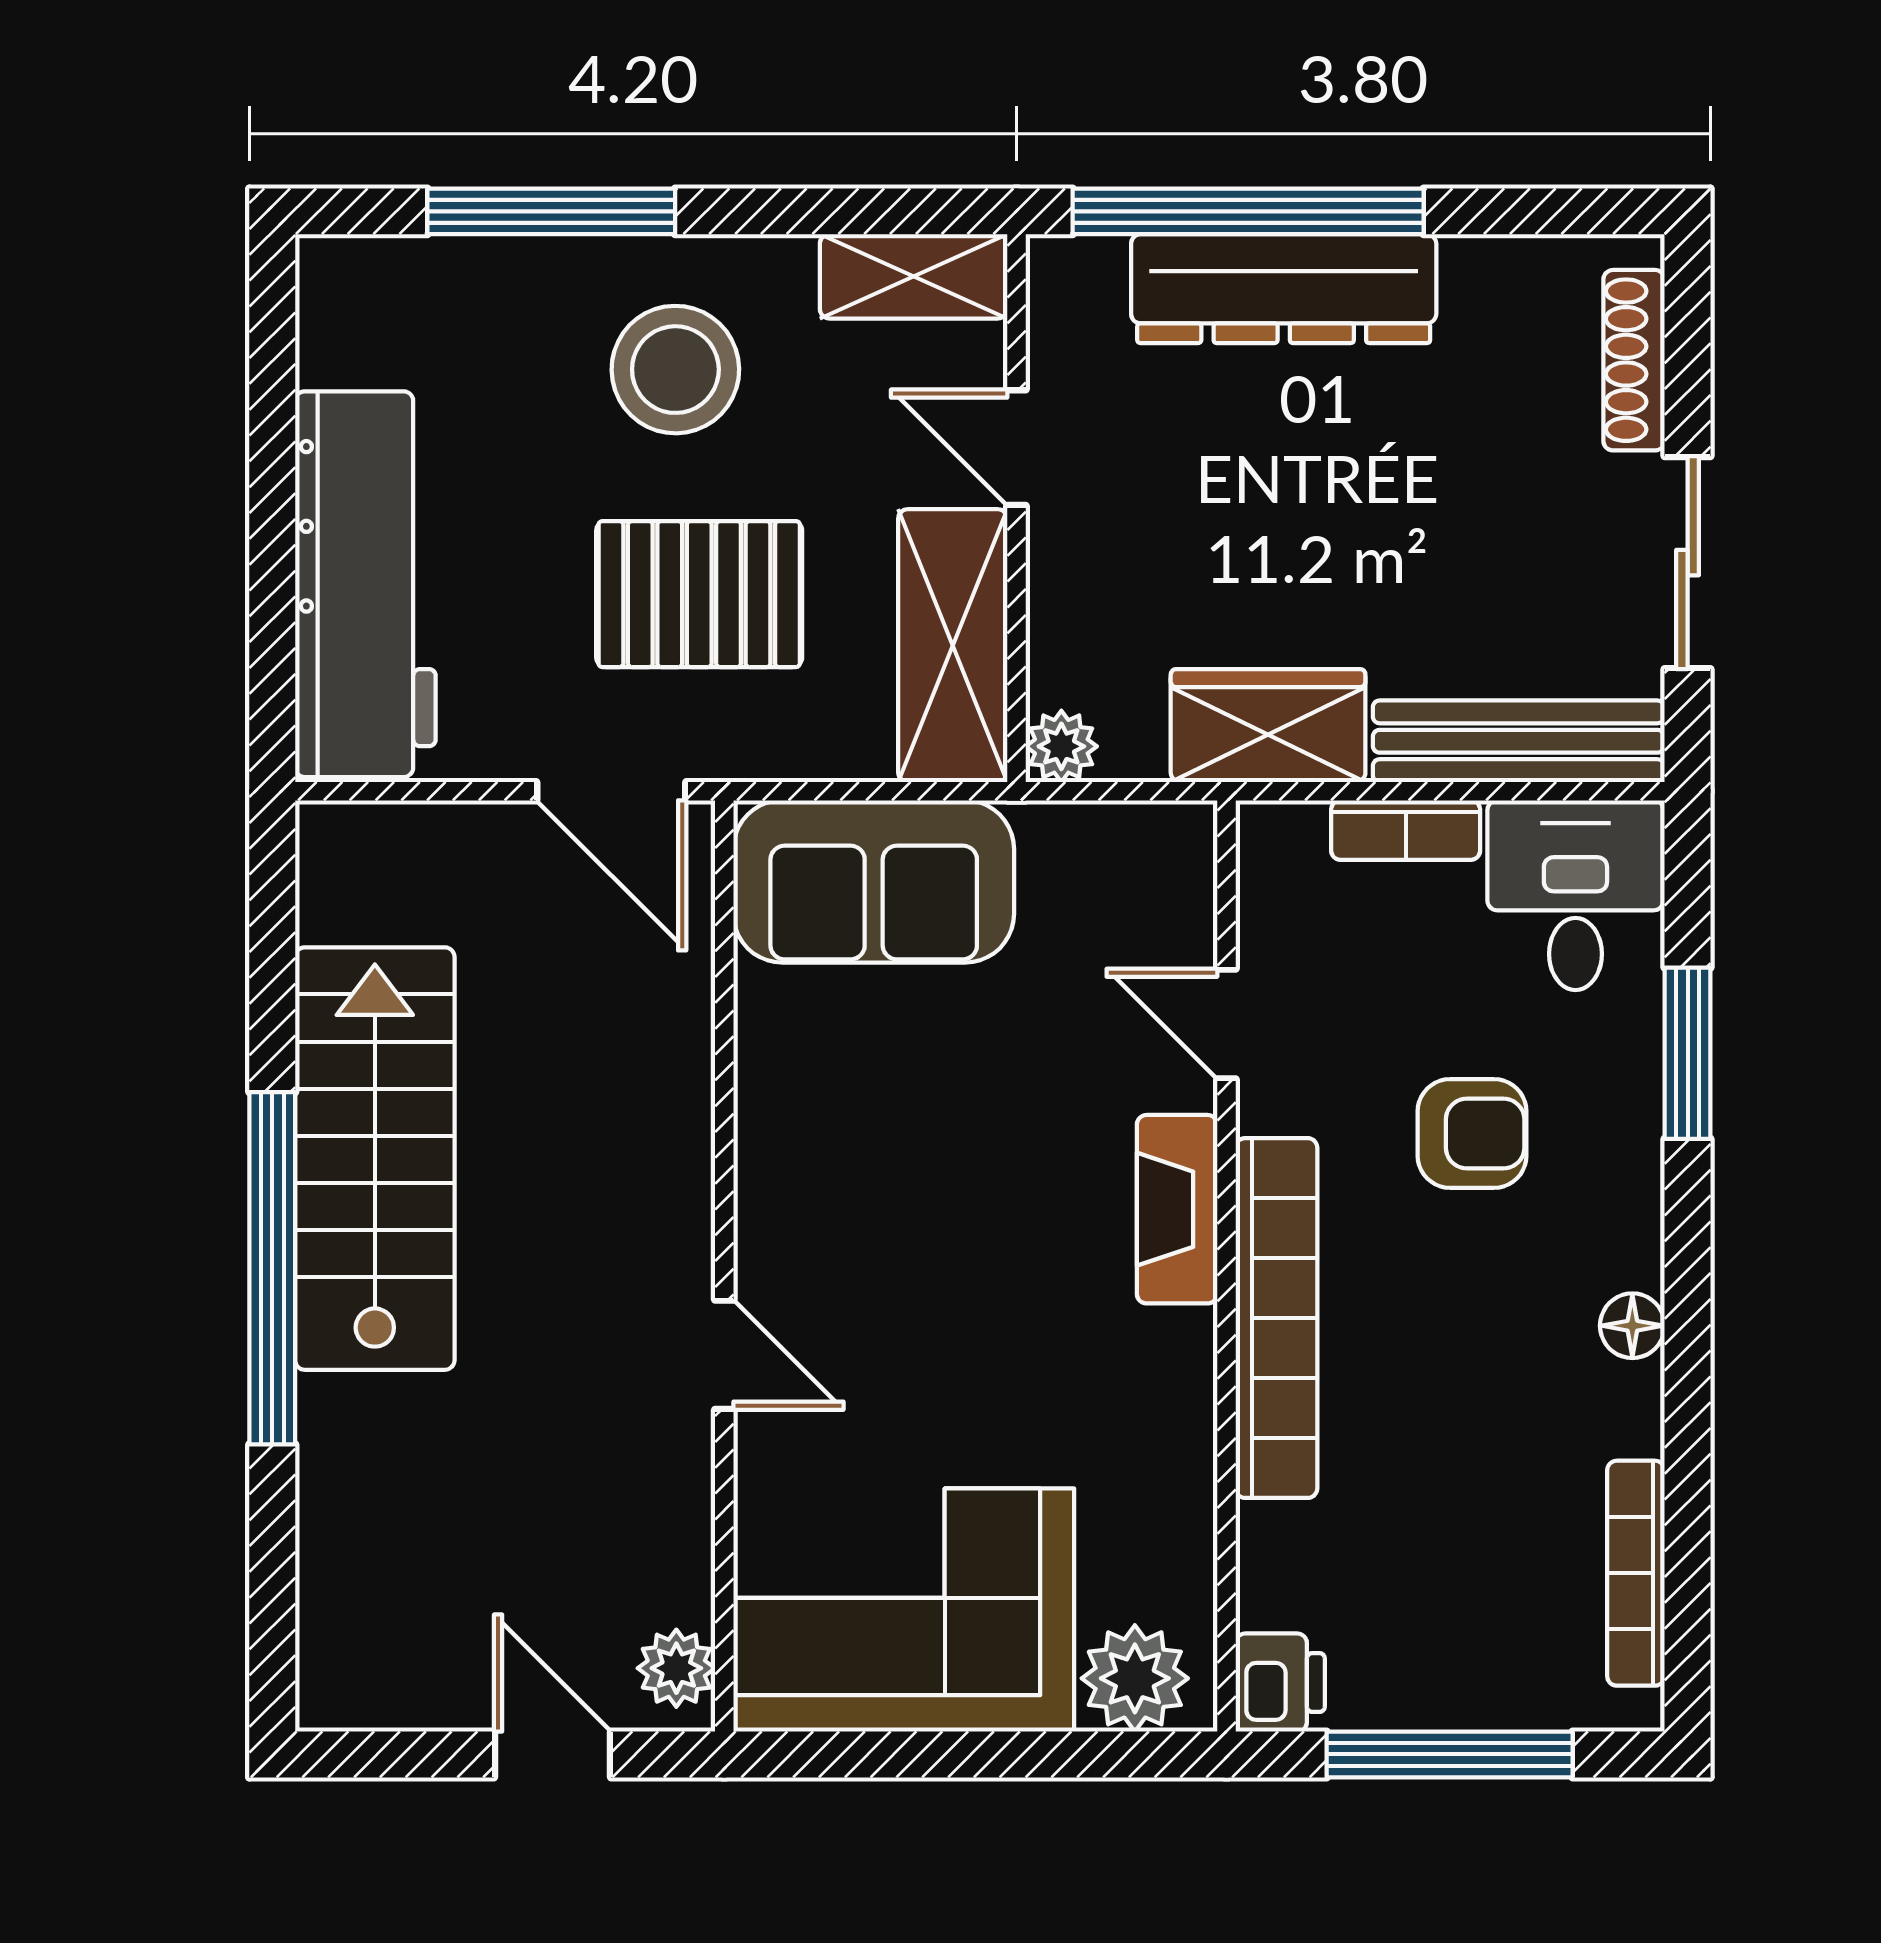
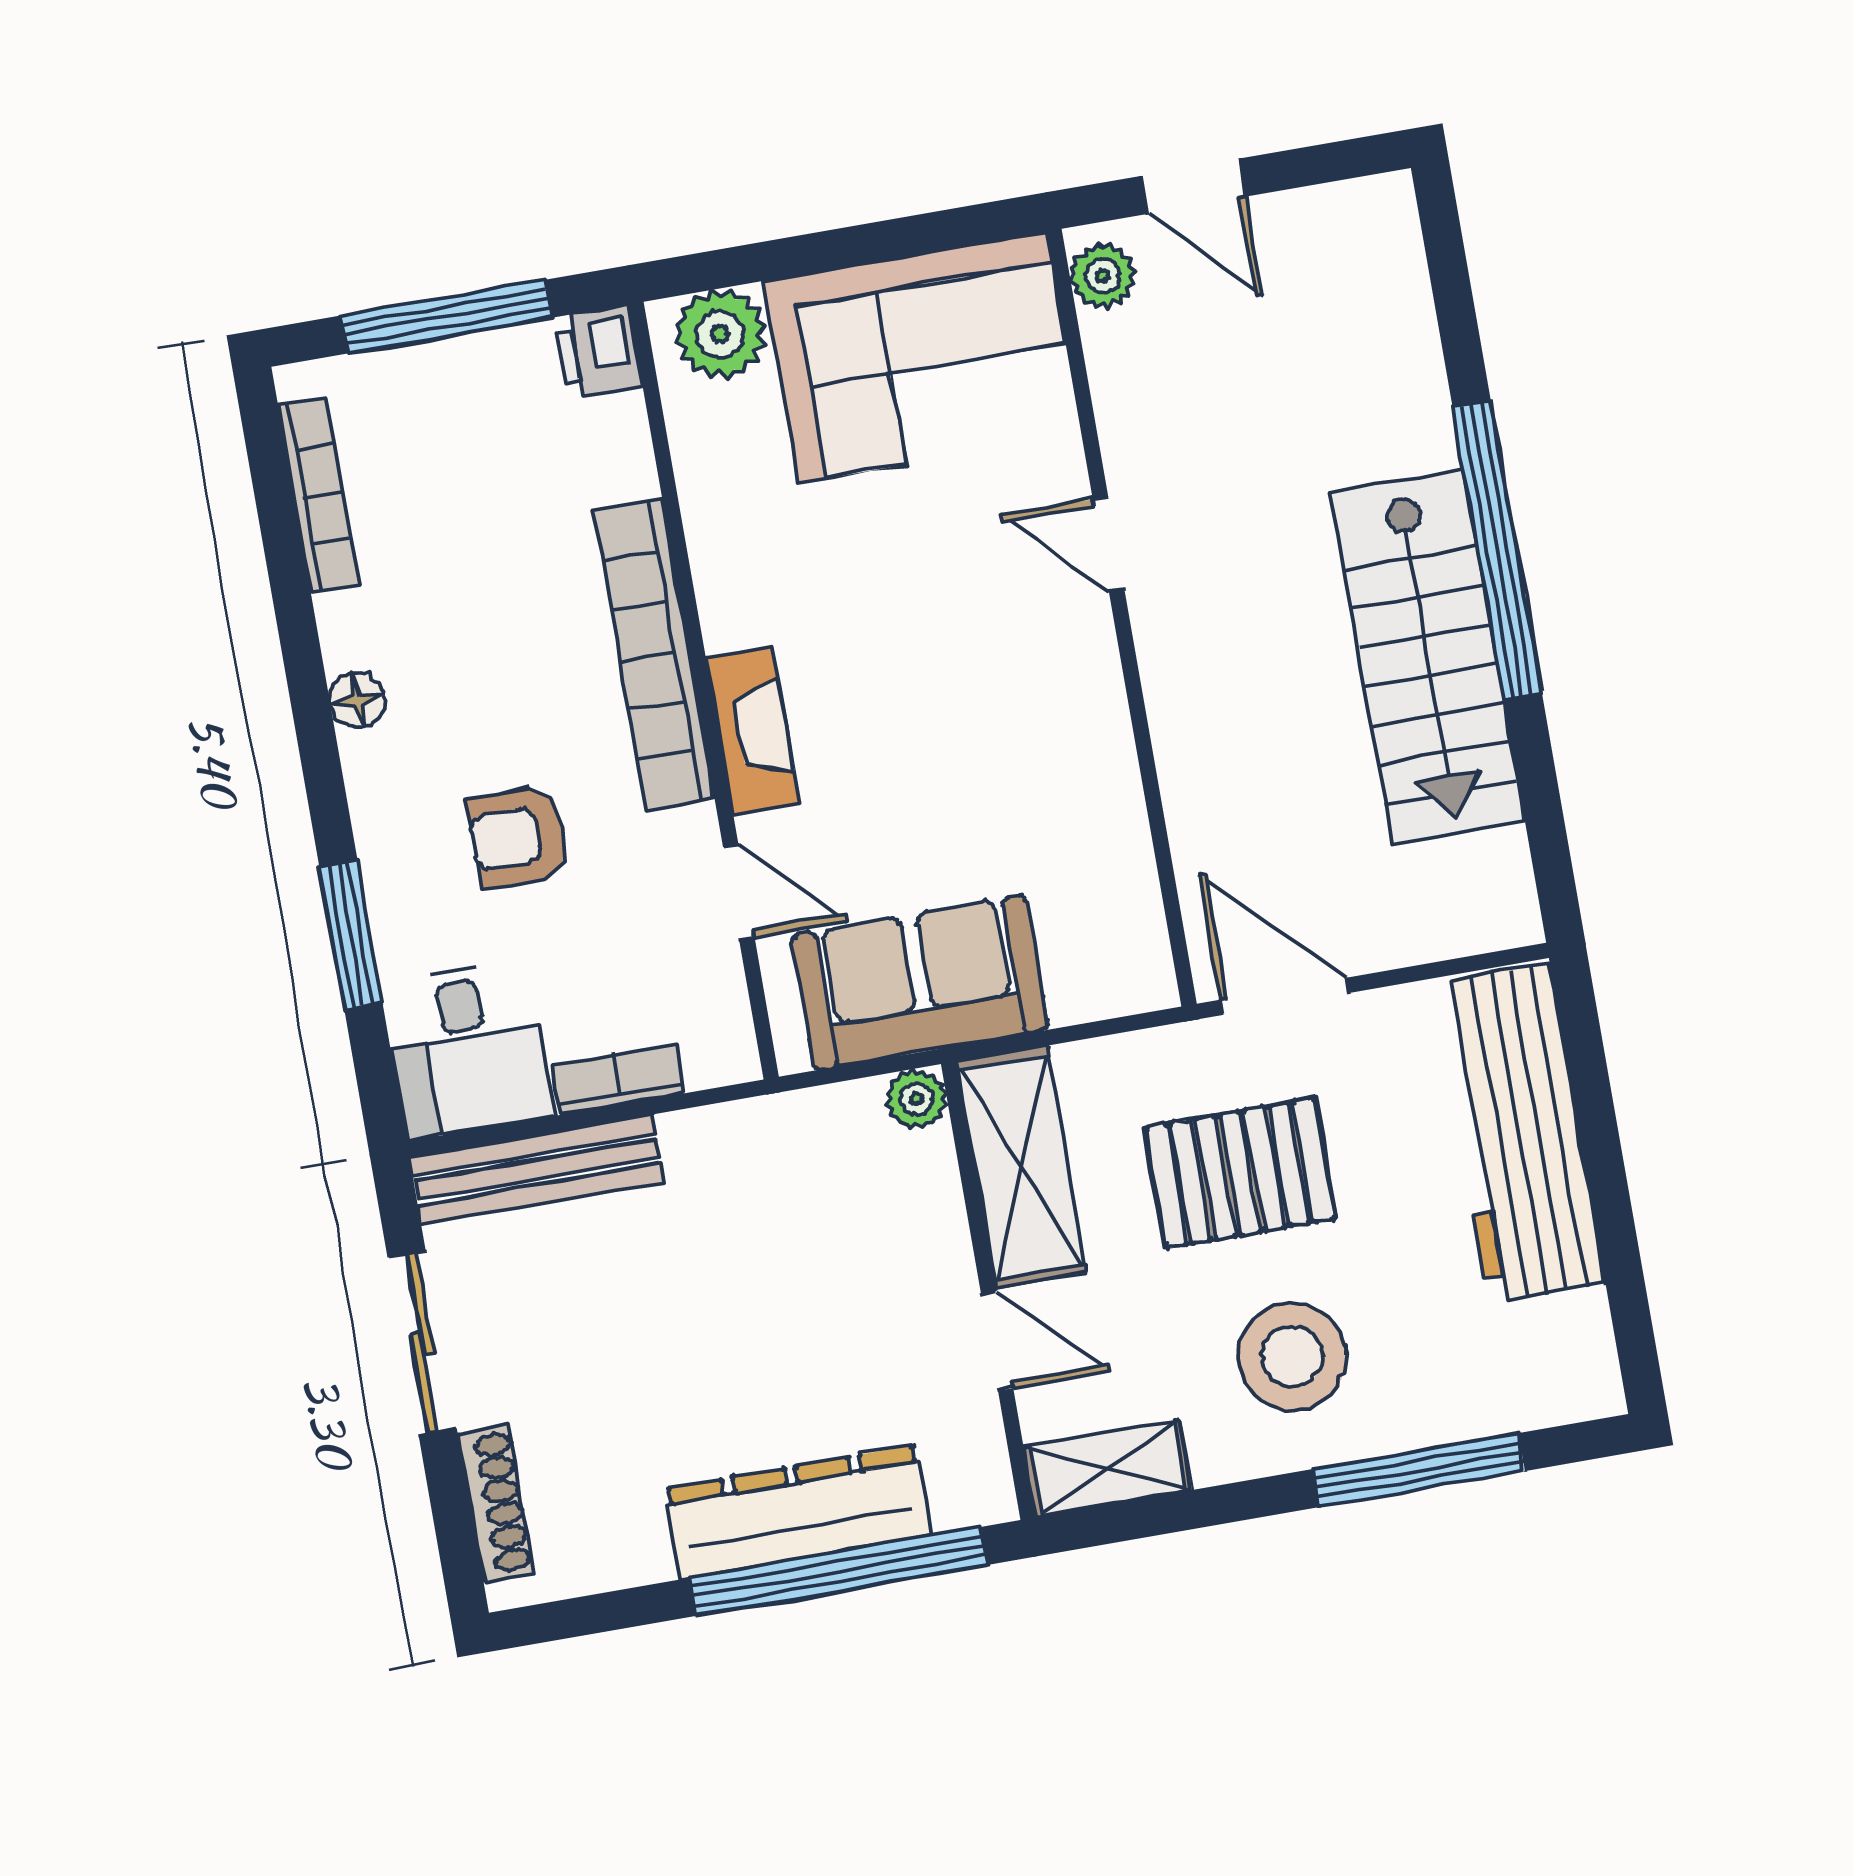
wardrobe: (1268, 726) -> (747, 1146), removed
sofa: (874, 881) -> (920, 983), moved

